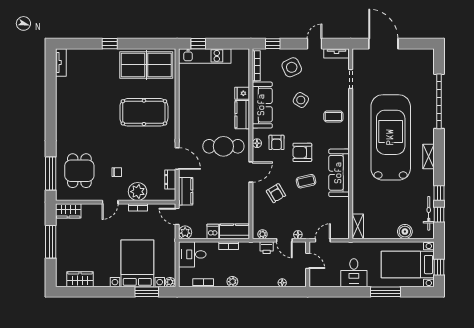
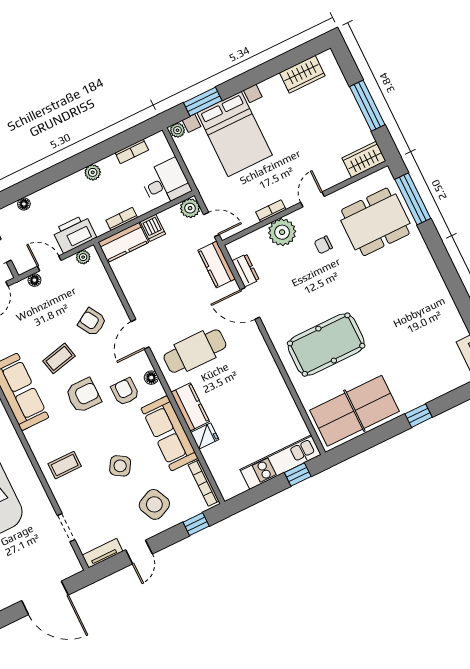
dining table: (79, 171) -> (375, 222), width x1.37
printer: (267, 248) -> (74, 234), width x1.87, depth x1.48

